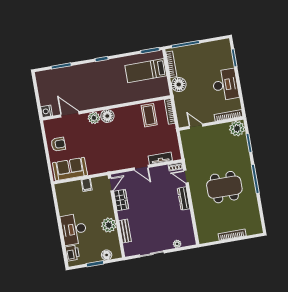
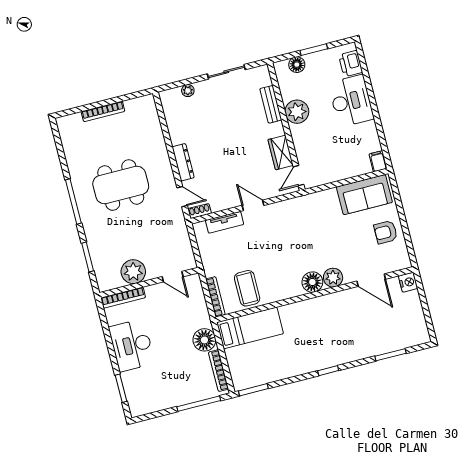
bed: (146, 71) -> (250, 328), moved
plant: (237, 128) -> (133, 272), moved
filing cabinet: (87, 185) -> (378, 161), moved

